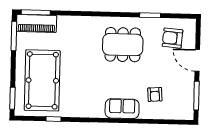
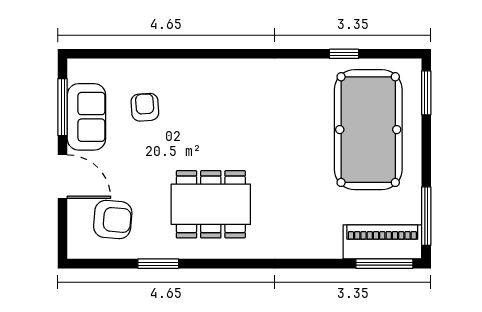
sofa: (122, 109) -> (86, 117), moved, turned -90

